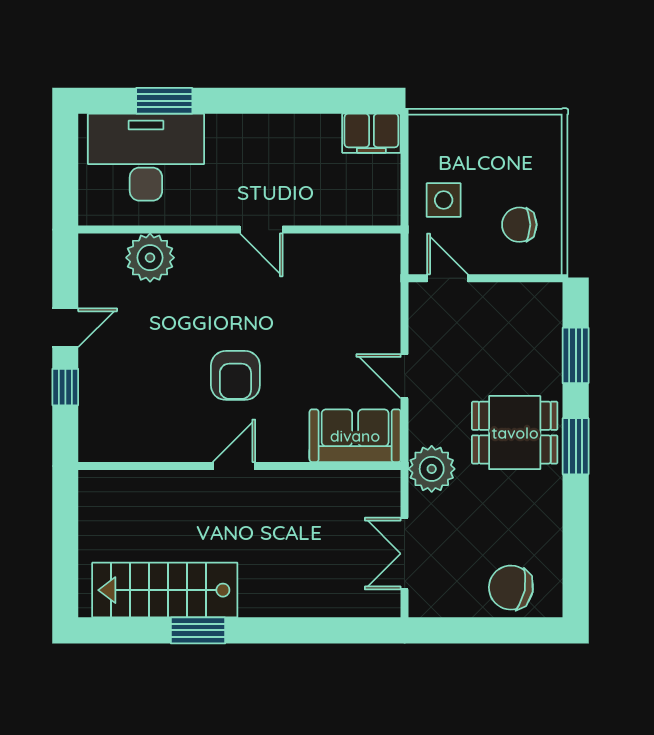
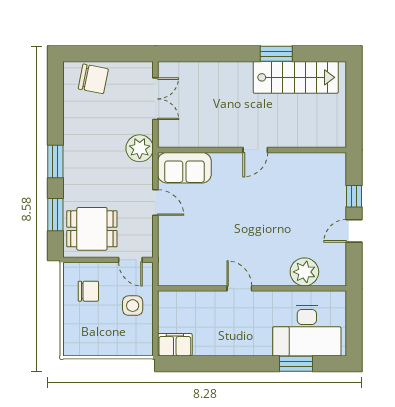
armchair: (235, 375) -> (254, 203), removed
dining table: (515, 433) -> (92, 229), moved

